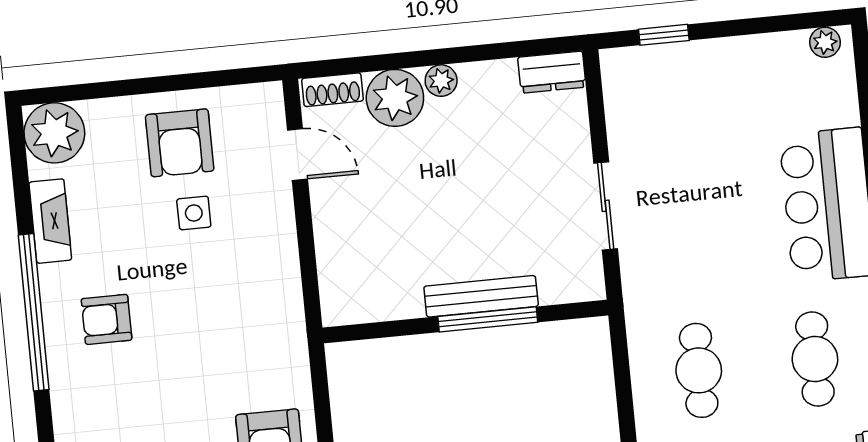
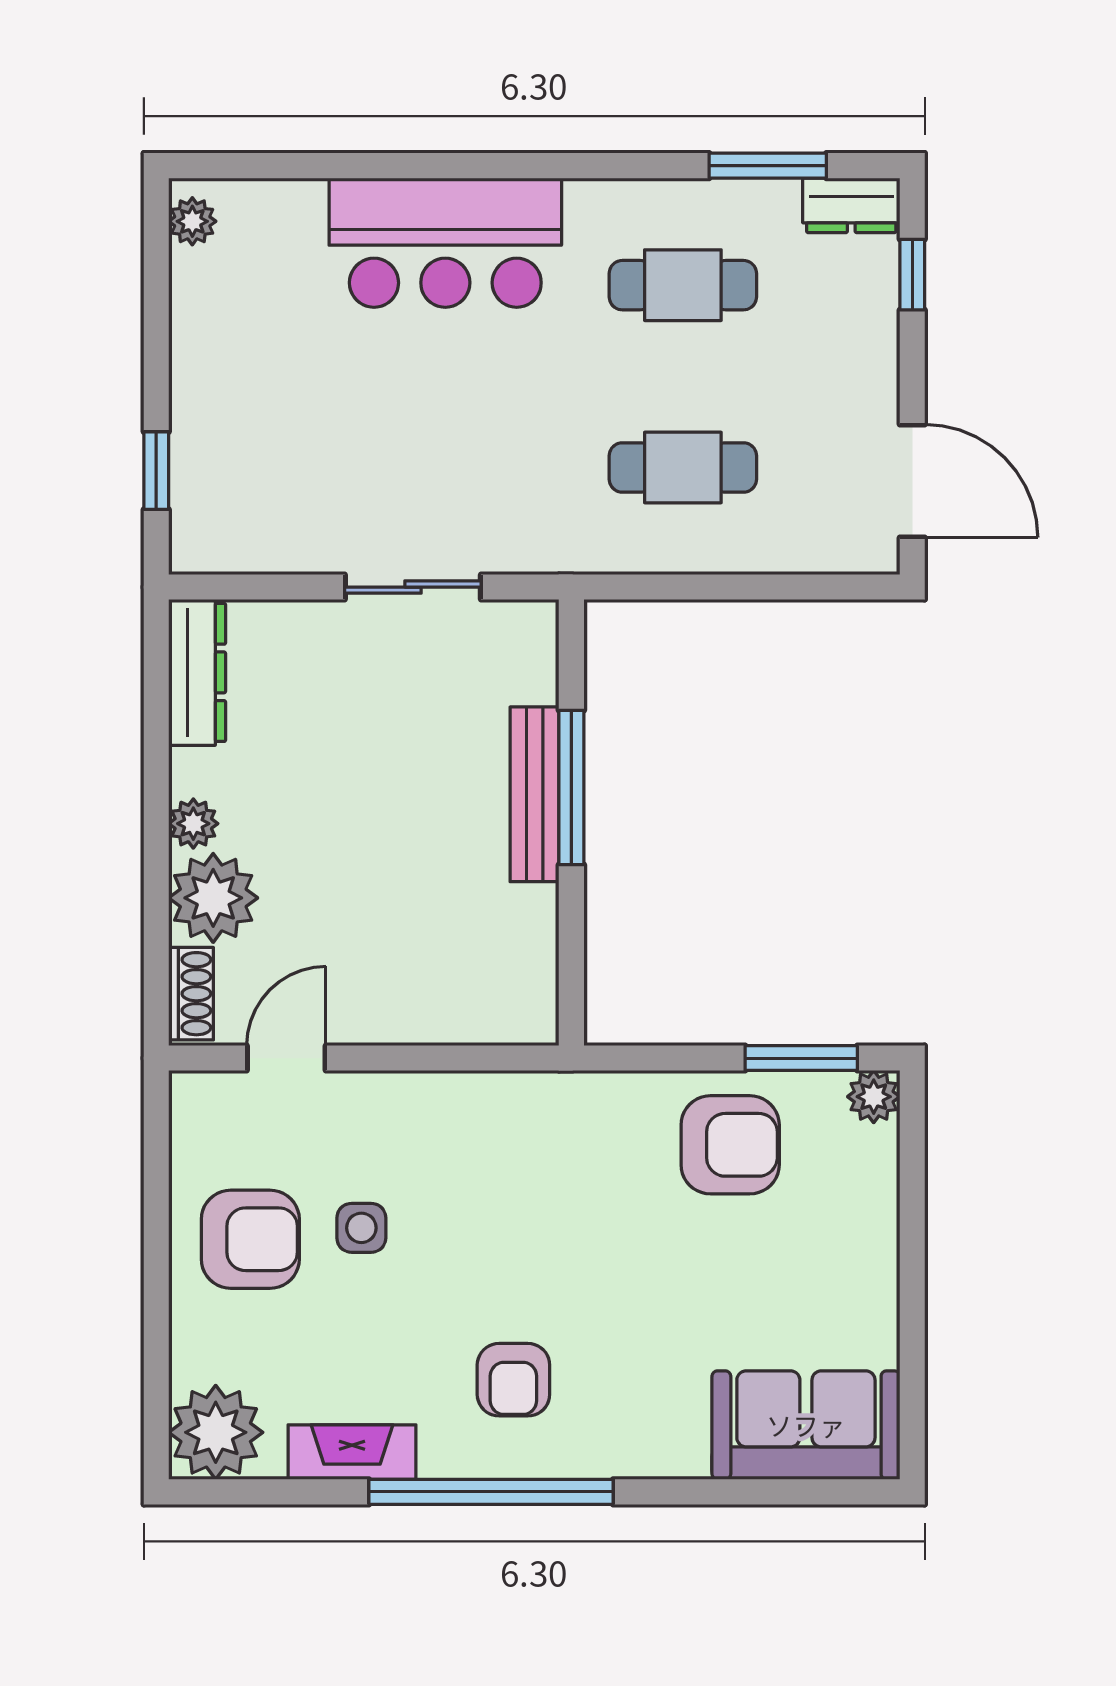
dresser: (552, 72) -> (197, 672), width x1.44

